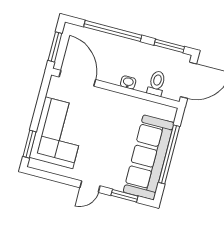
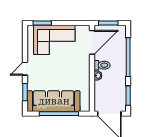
toilet: (157, 83) -> (102, 65), moved
door: (90, 187) -> (25, 69), hinge flipped

